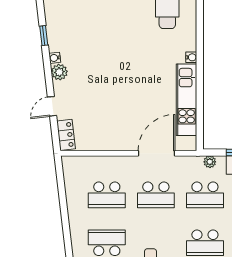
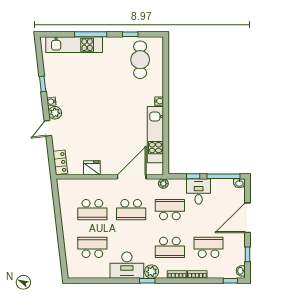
door: (52, 106) -> (48, 128), moved
fridge: (106, 142) -> (92, 168), added
plant: (210, 162) -> (163, 184), moved
school desk: (205, 195) -> (170, 210), turned 180

